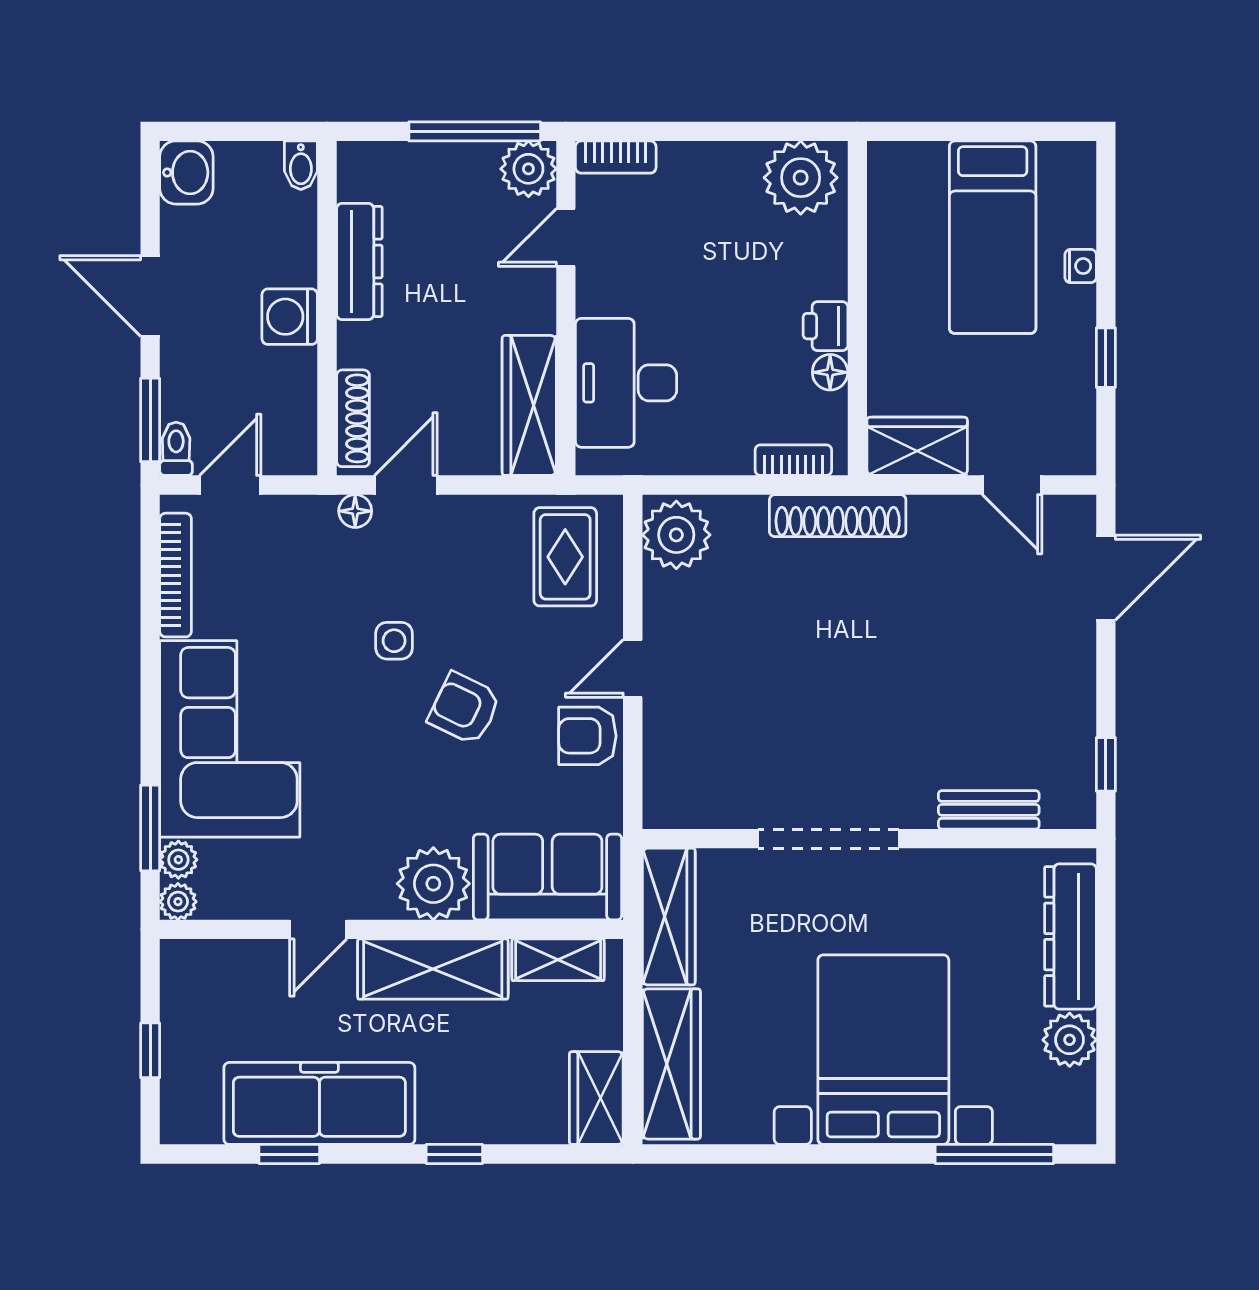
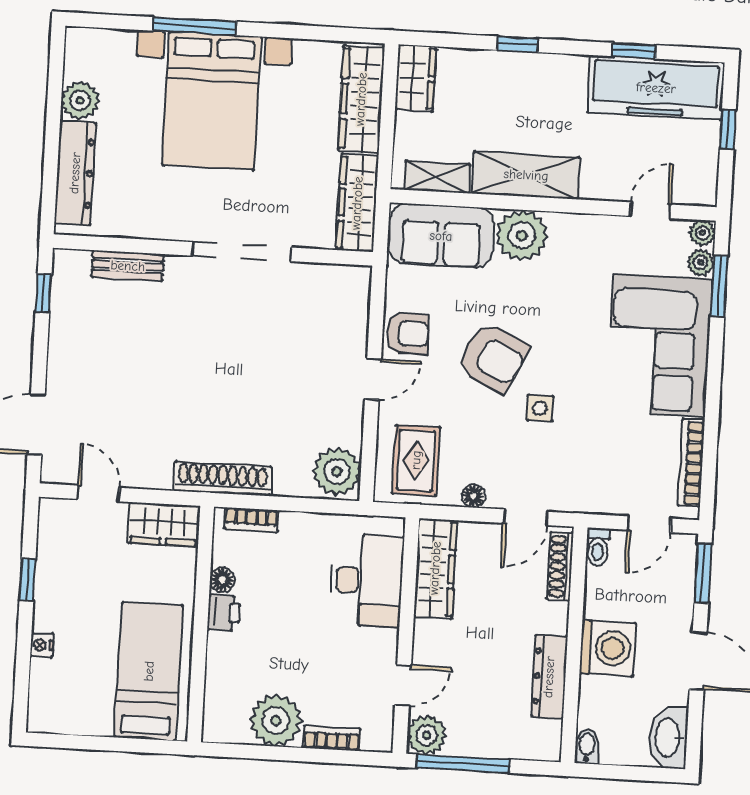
bookcase: (616, 157) -> (332, 738), moved
washbasin: (186, 172) -> (668, 737), width x1.38
plant: (801, 178) -> (276, 720), moved
bed: (993, 237) -> (149, 671), moved
washing machine: (290, 317) -> (608, 648), width x1.37, depth x1.37
toilet: (176, 449) -> (598, 547), moved
floor lamp: (355, 511) -> (473, 496), moved
armchair: (465, 708) -> (493, 358), width x1.38, depth x1.38
door: (318, 929) -> (650, 210), moved
freezer: (319, 1103) -> (656, 88), moved
window: (994, 1154) -> (194, 26), moved

